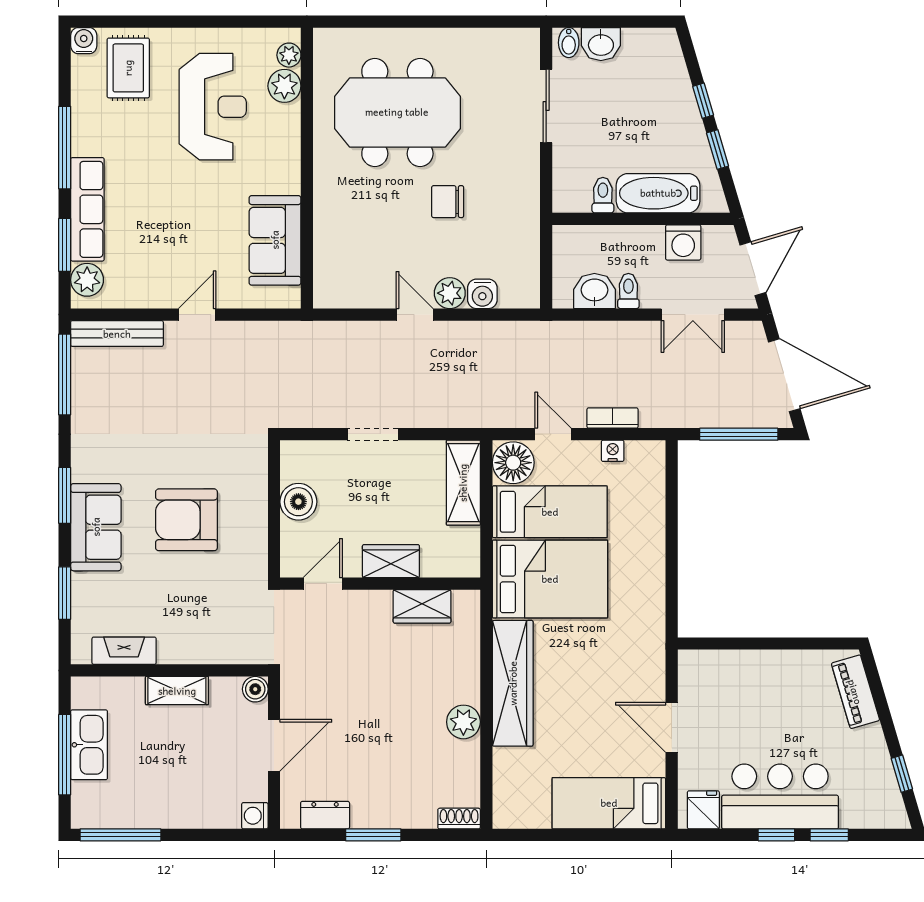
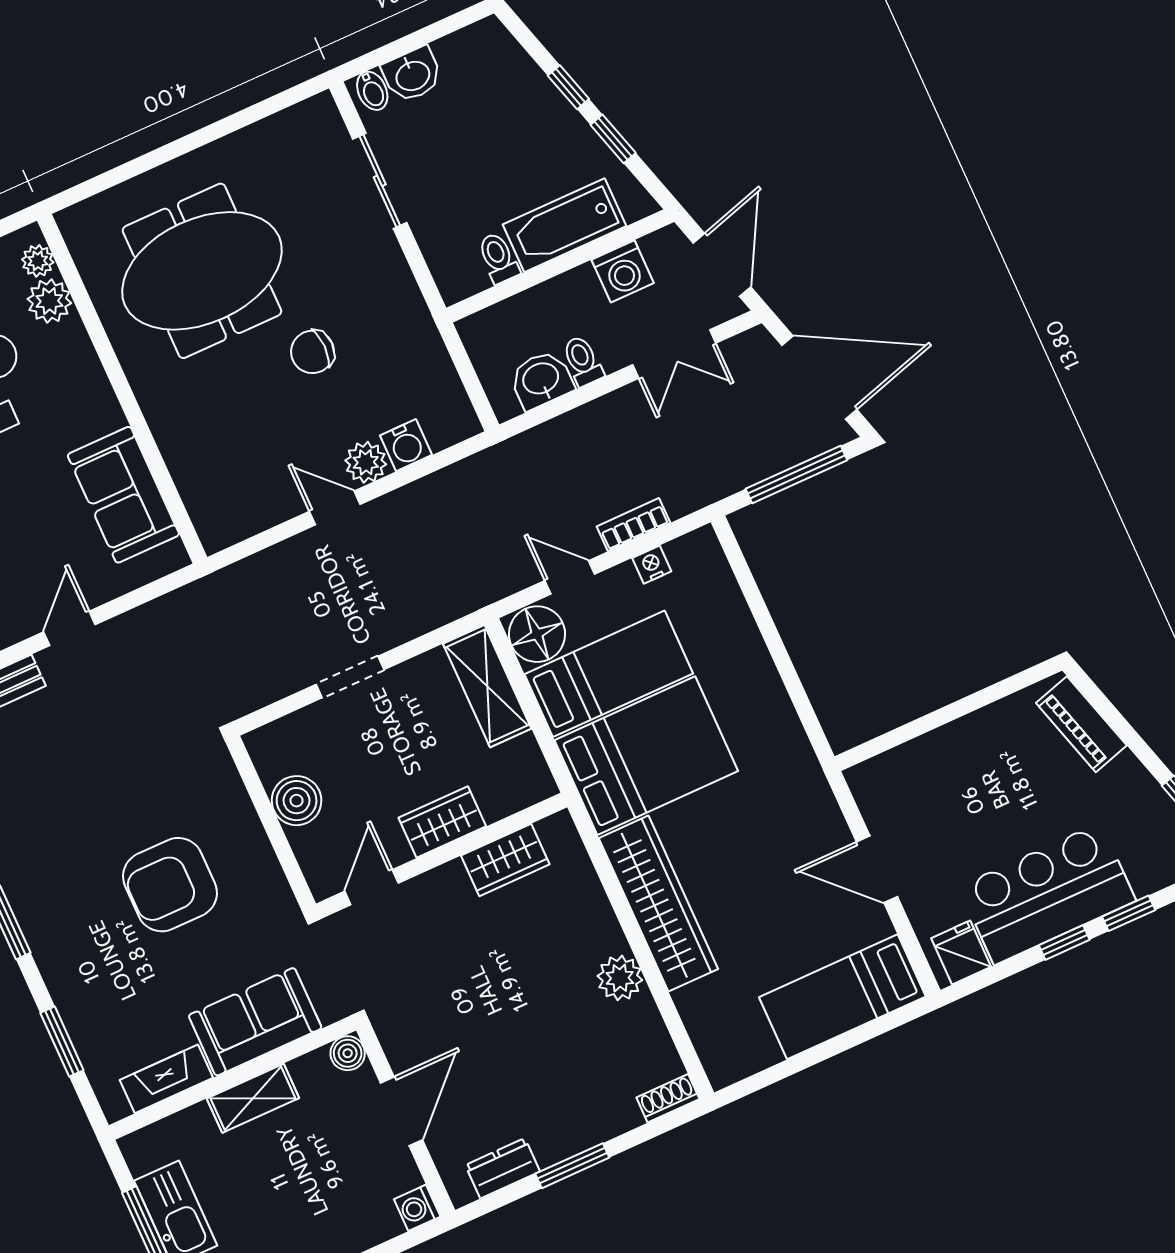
sofa: (96, 527) -> (255, 1022), moved, turned -90

